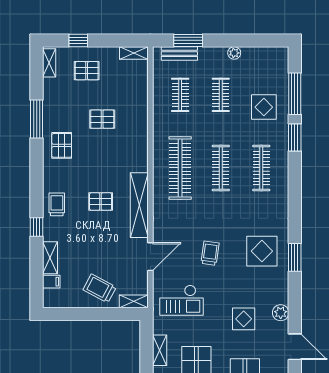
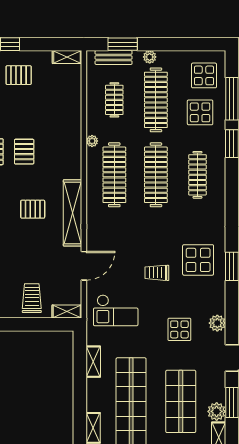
plant: (234, 53) -> (150, 57), moved
display table: (268, 71) -> (204, 75), added
clothes rail: (221, 95) -> (156, 100), width x1.86, depth x1.31
pallet: (102, 119) -> (24, 152), moved, turned 90
plant: (158, 135) -> (92, 141), added
clothes rail: (221, 168) -> (156, 175), width x1.37, depth x1.31
trolley: (210, 253) -> (157, 273), moved, turned -98
trolley: (100, 288) -> (32, 298), turned 62

